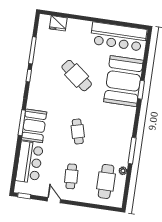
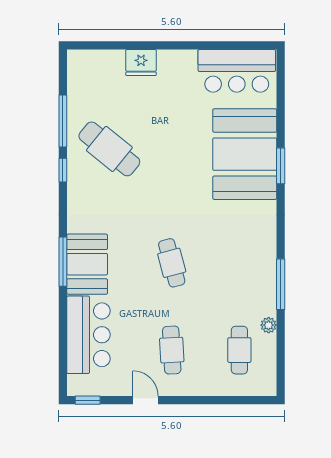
fridge: (58, 23) -> (141, 63), moved
bar counter: (118, 37) -> (237, 71), width x0.73
cafe table: (77, 76) -> (109, 149), moved
cafe table: (106, 181) -> (239, 350), width x0.73, depth x0.74

